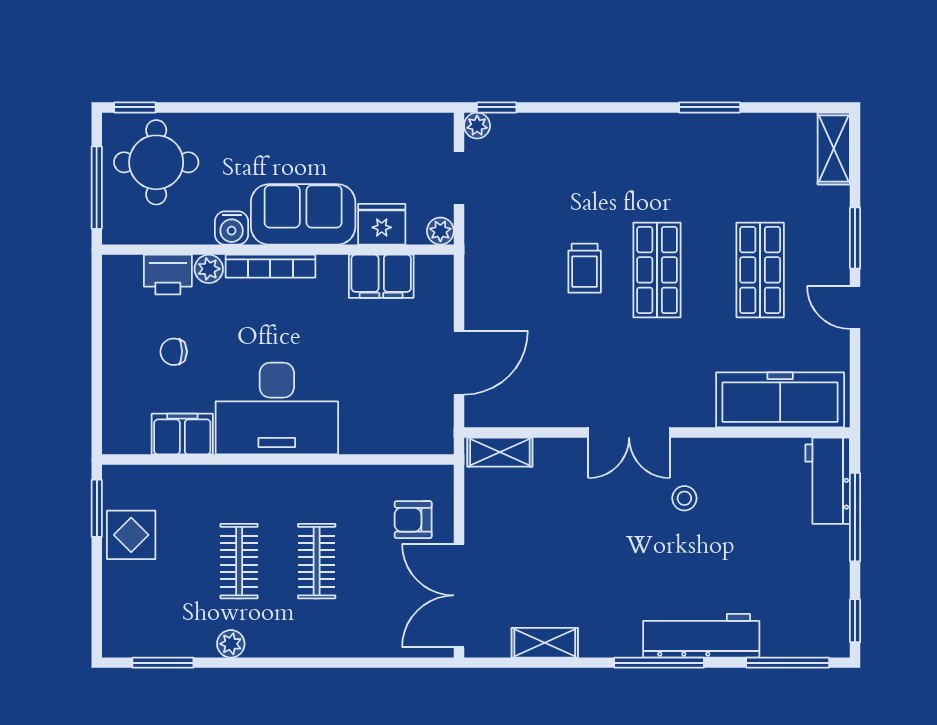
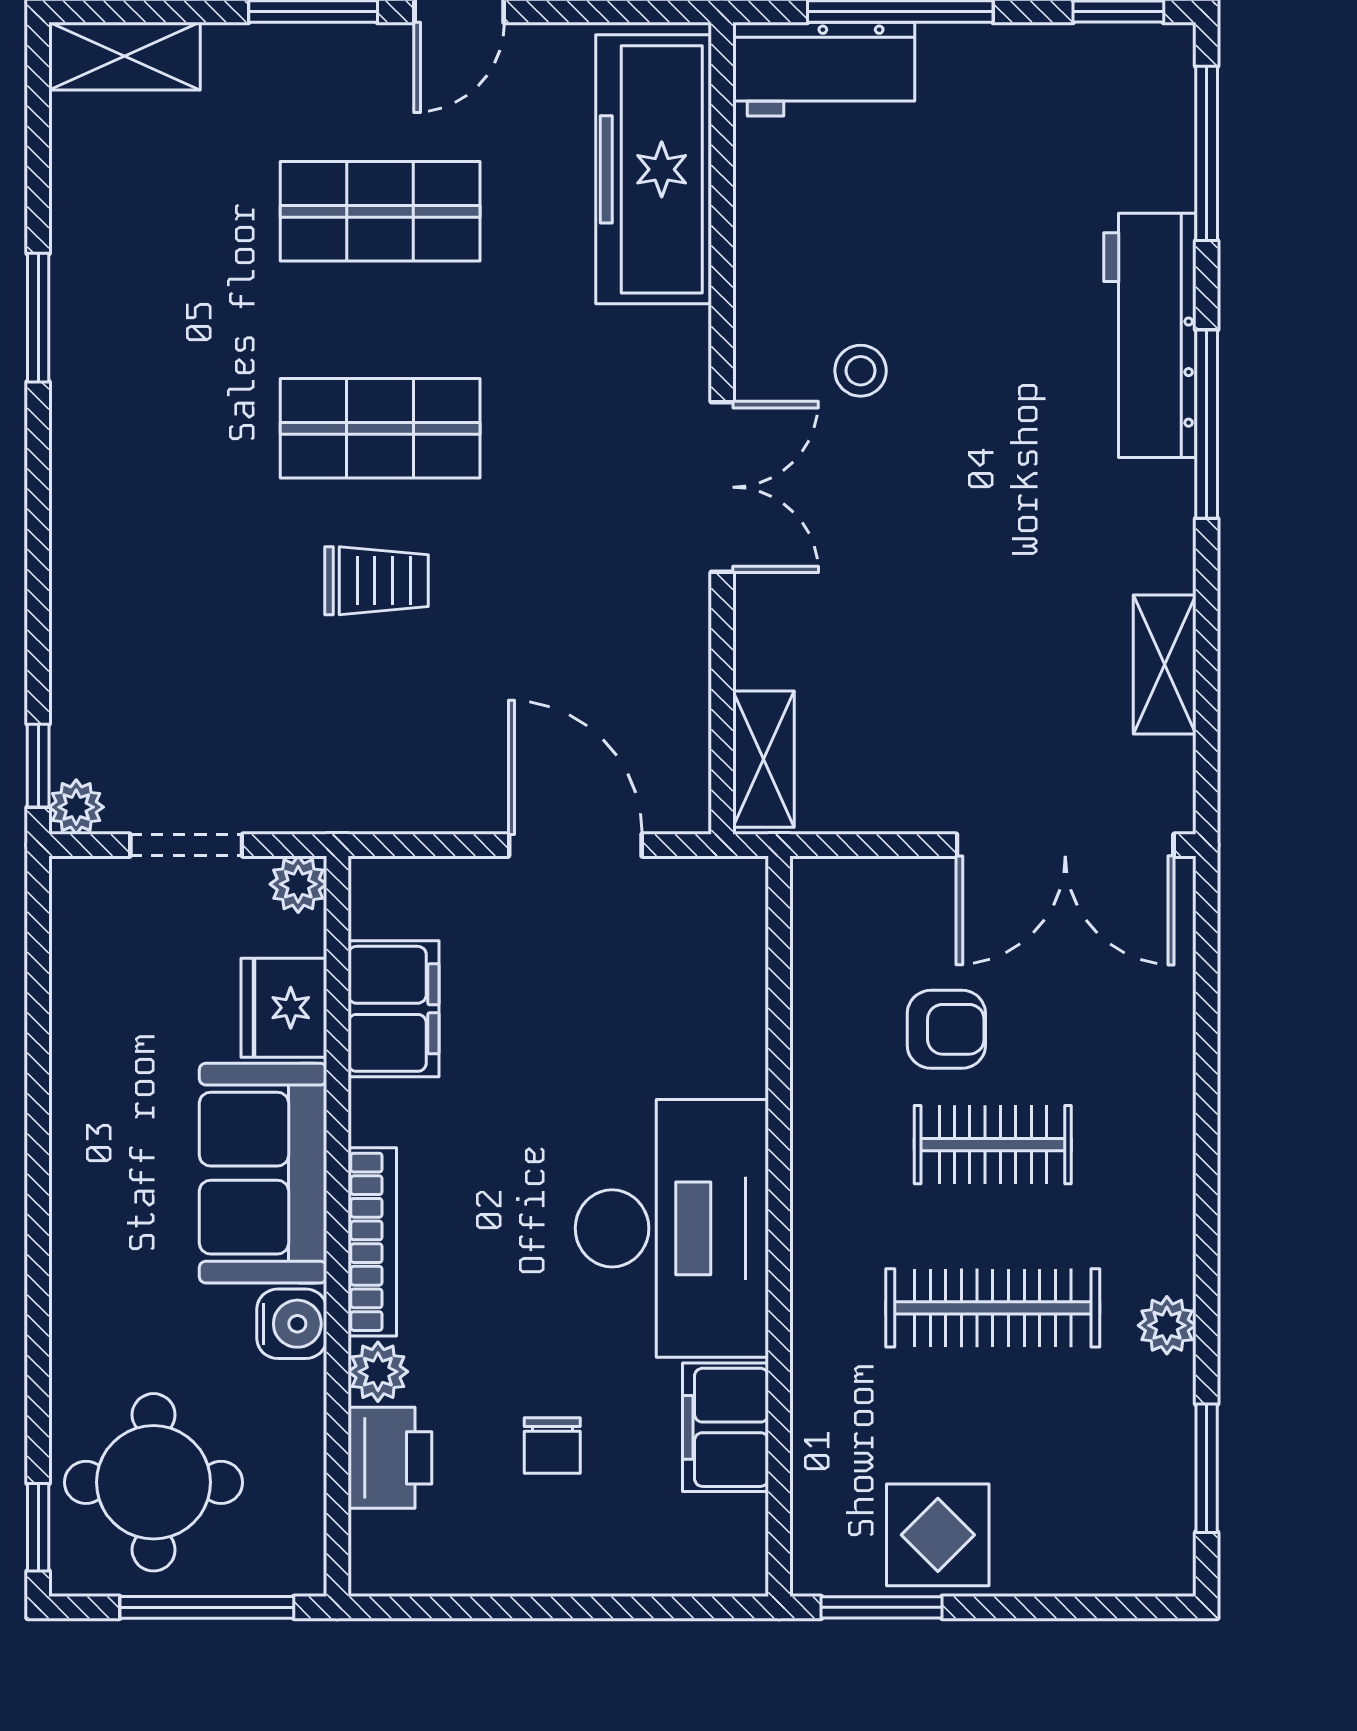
armchair: (413, 520) -> (946, 1029), moved, turned -90
clothes rail: (239, 561) -> (993, 1308), width x1.36

